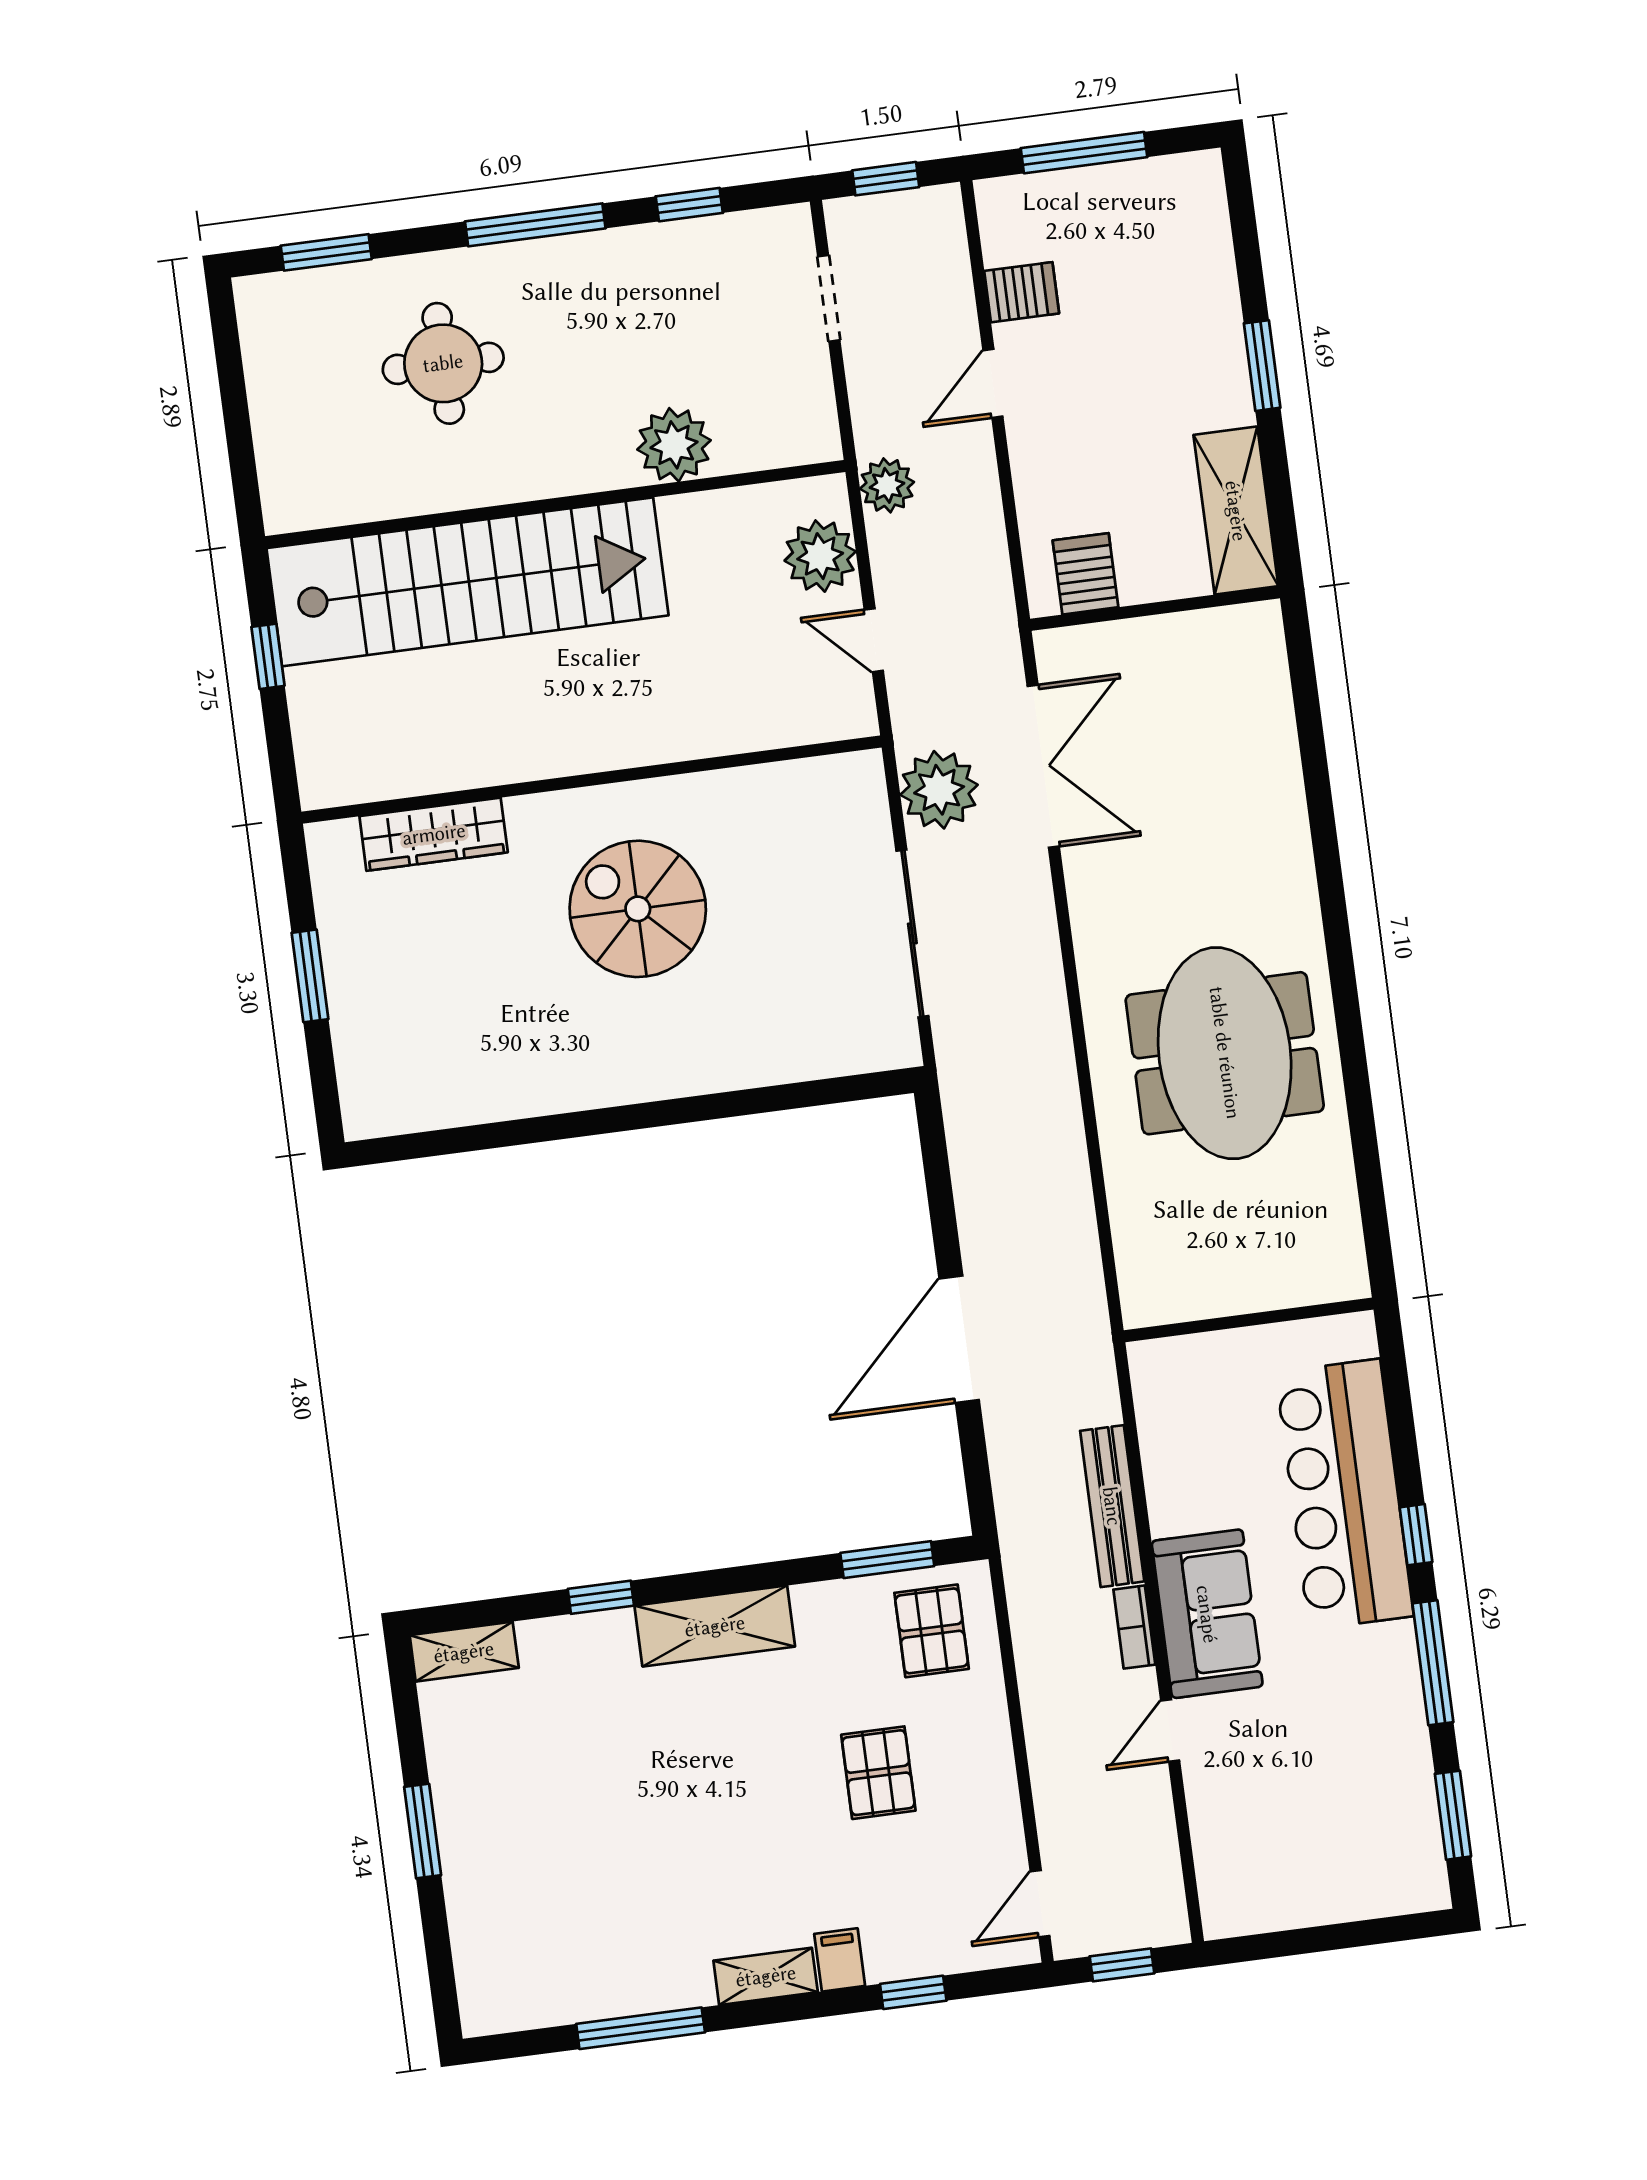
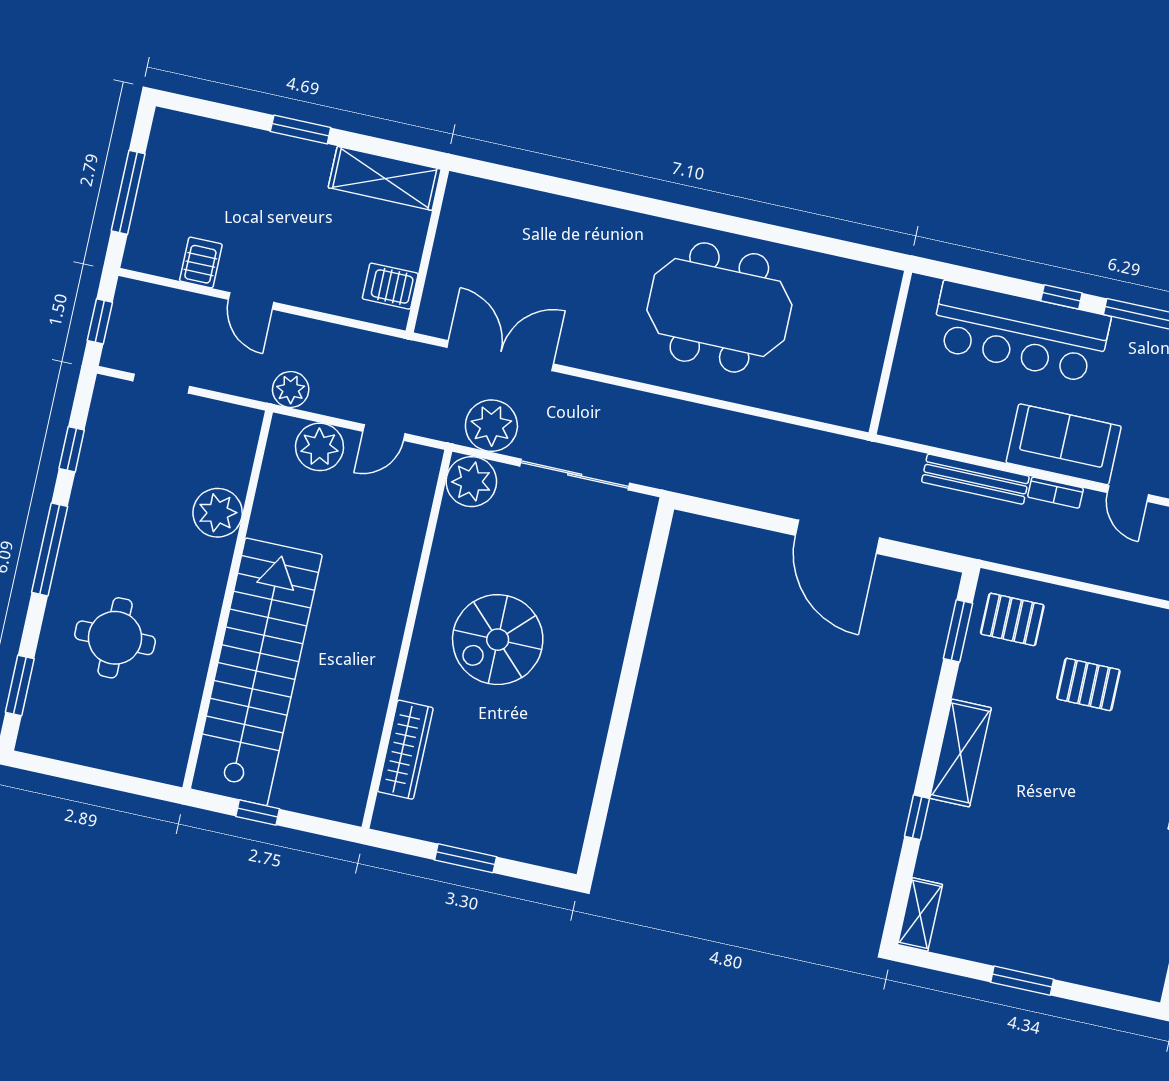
plant: (849, 790) -> (471, 482), added

